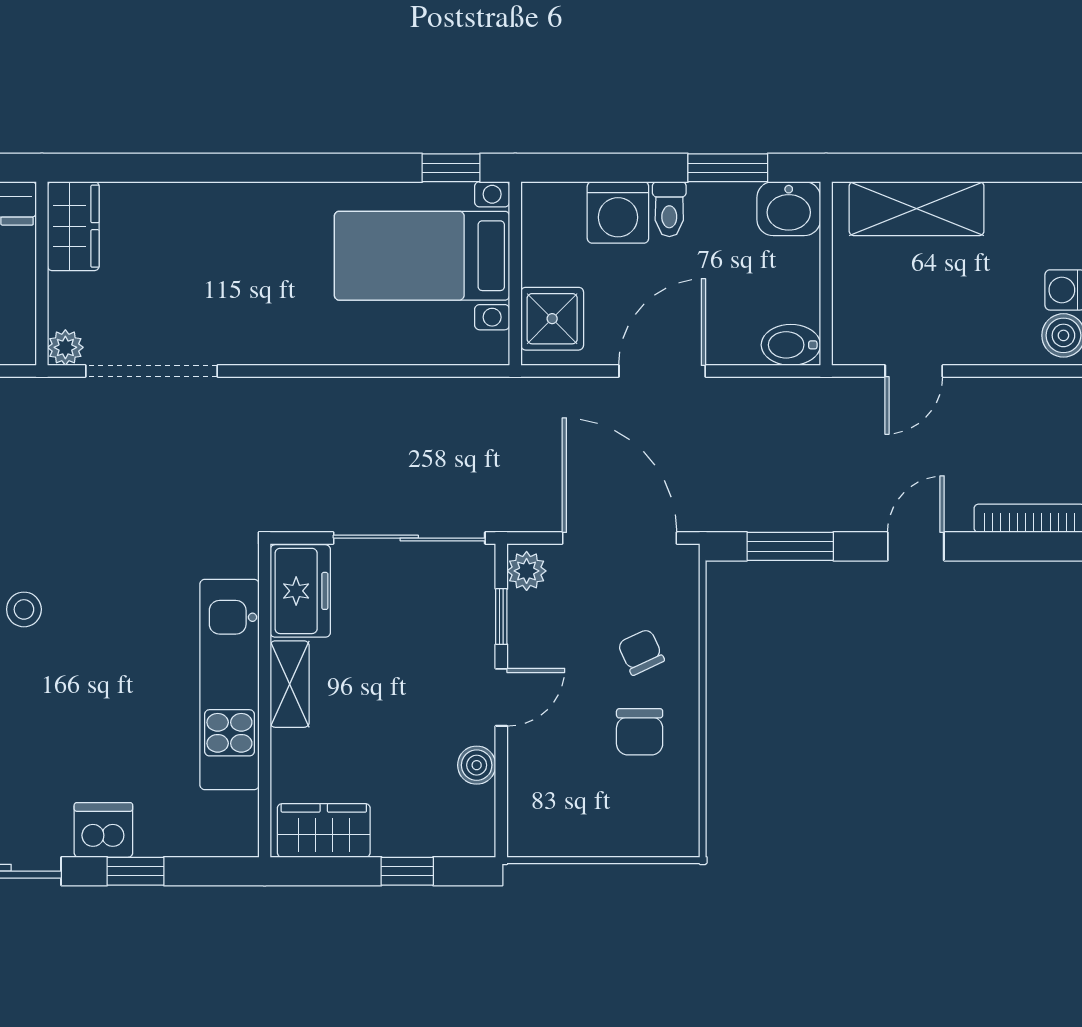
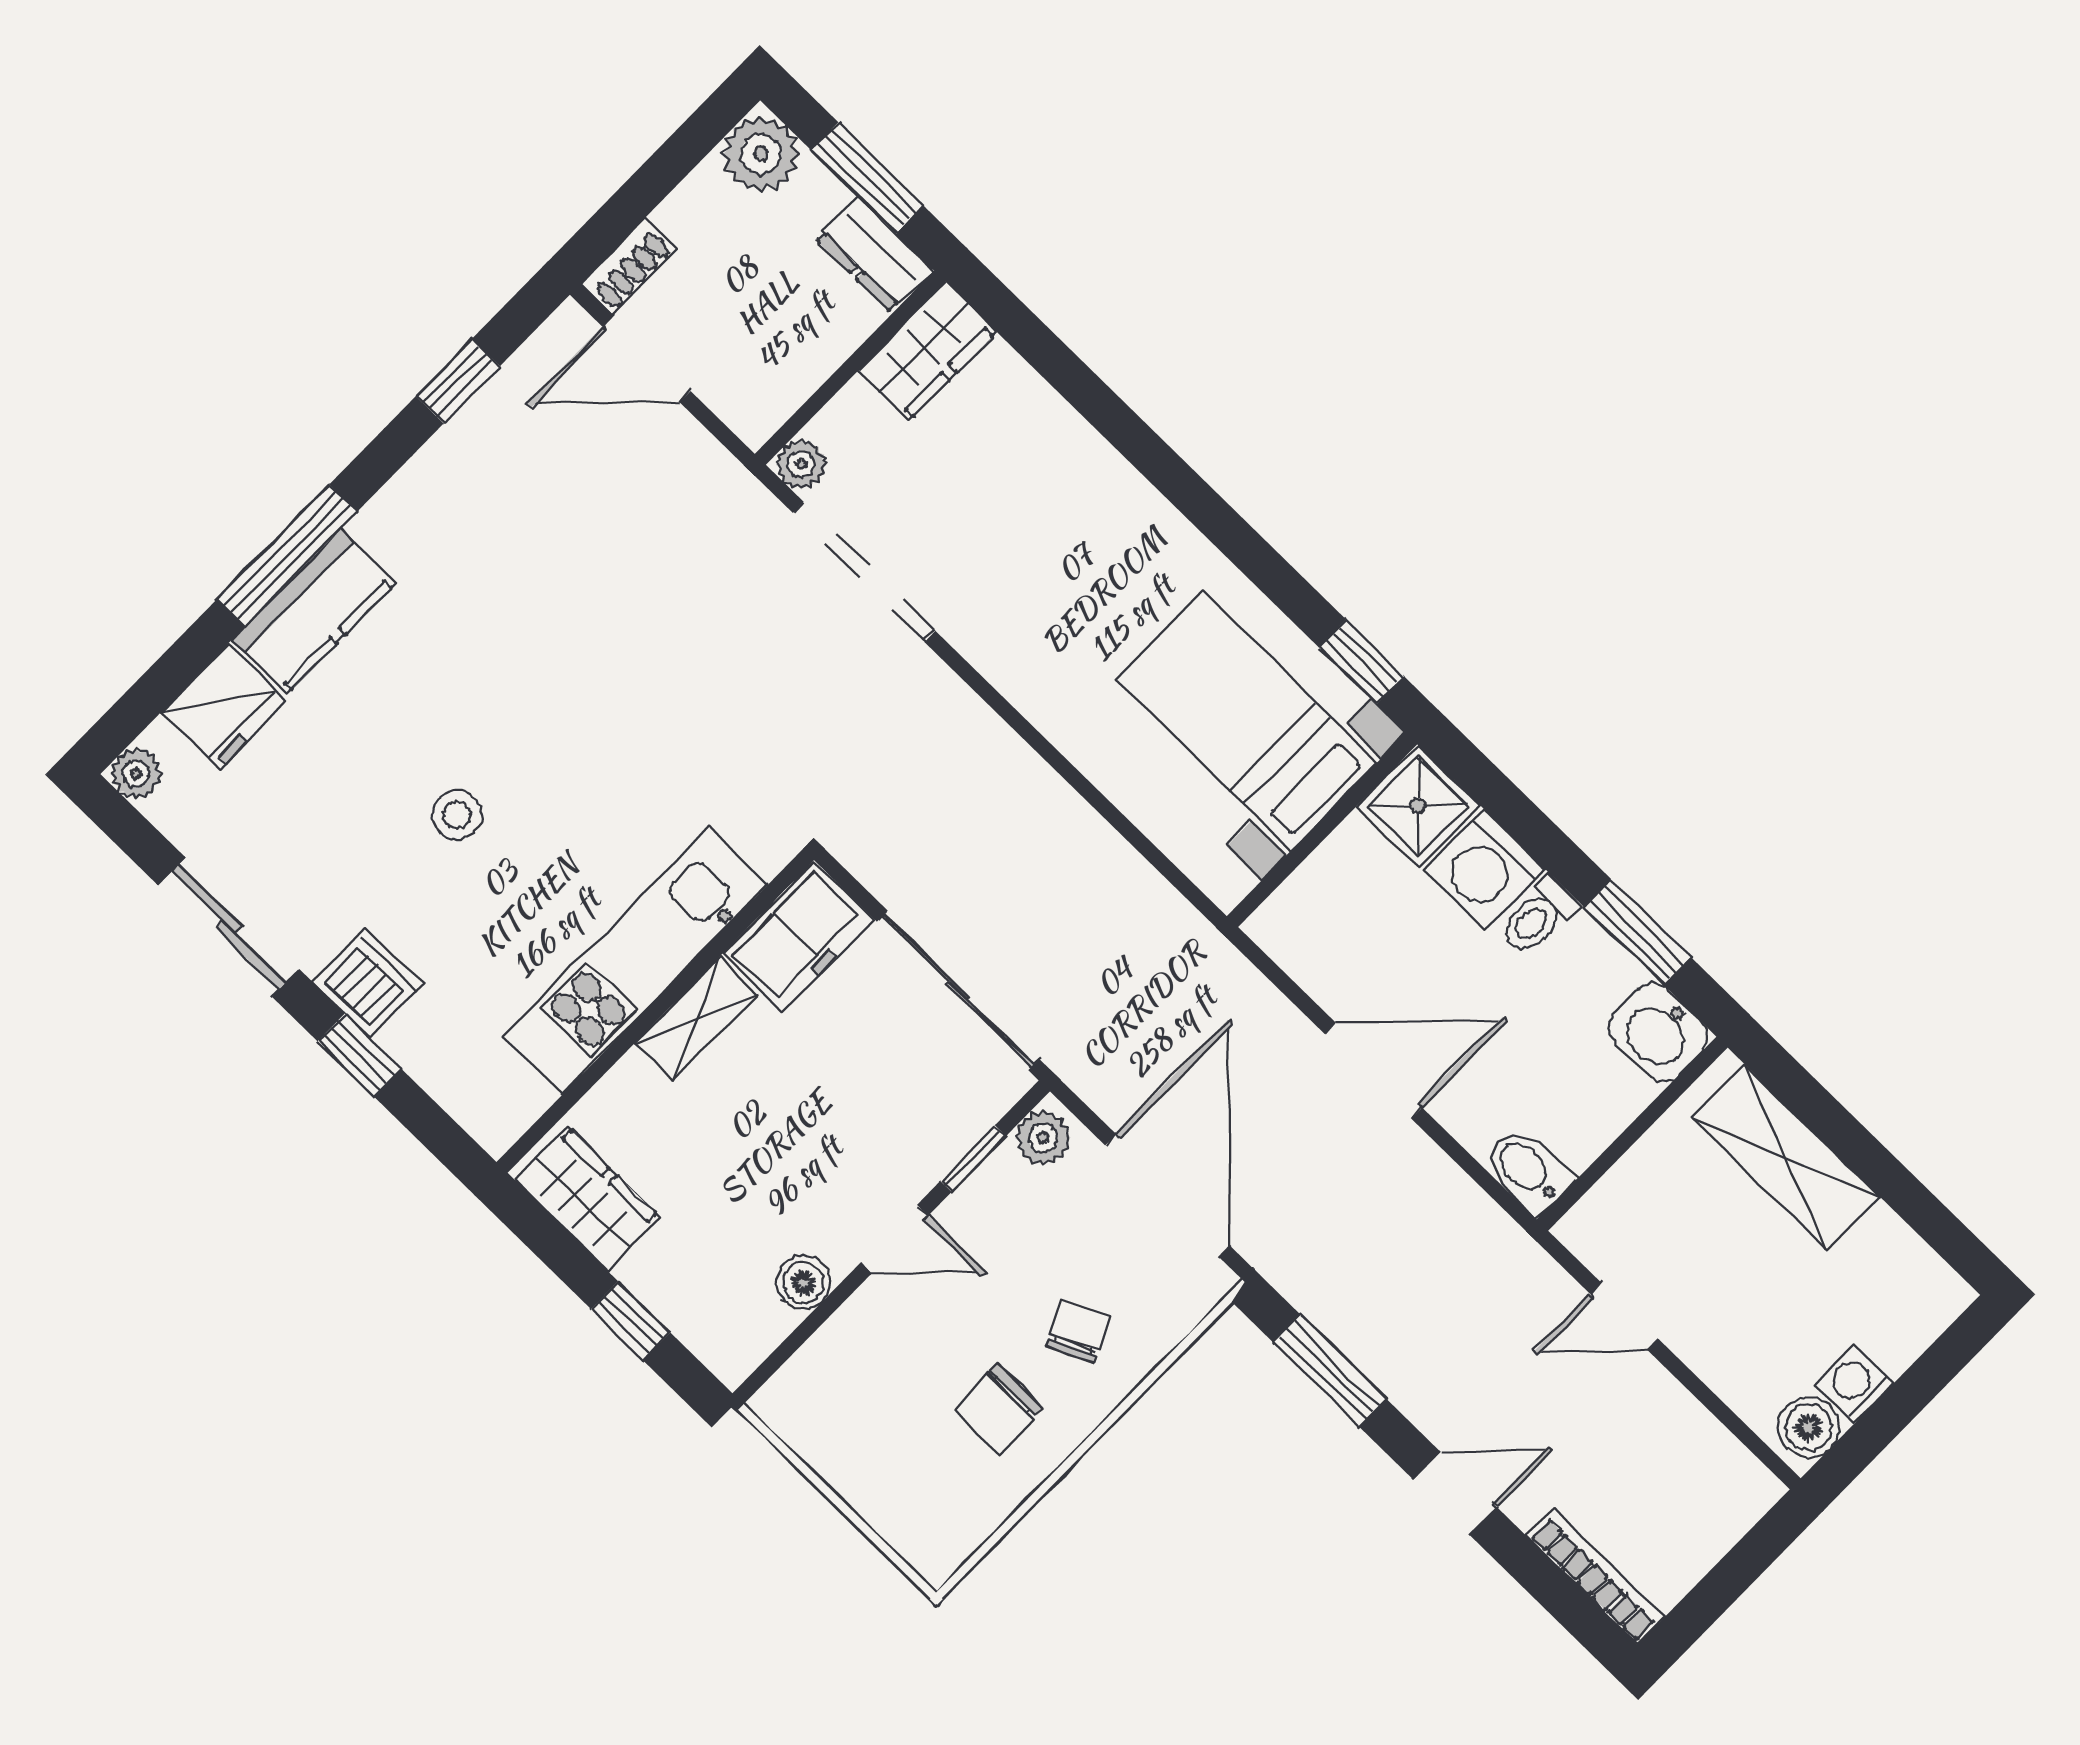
shower: (552, 319) -> (1418, 806), moved
stool: (24, 609) -> (457, 815), moved

